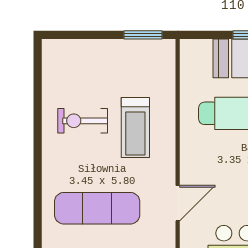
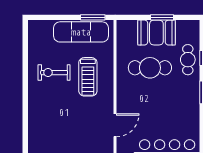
exercise mat: (97, 208) -> (81, 32), moved

